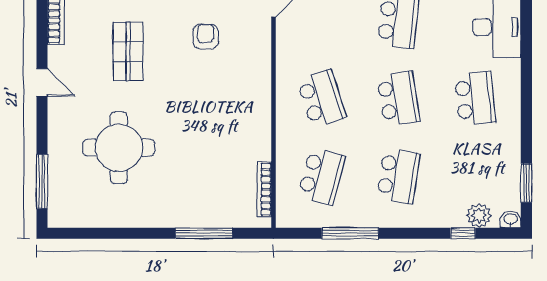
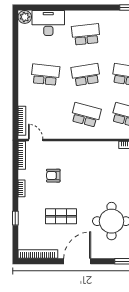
door: (42, 82) -> (77, 261), width x1.88
school desk: (321, 99) -> (86, 115), turned 33

